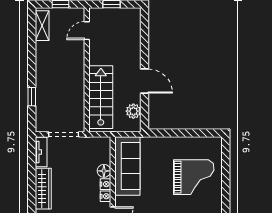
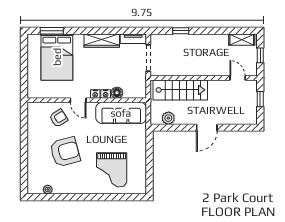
door: (145, 81) -> (207, 128), moved

